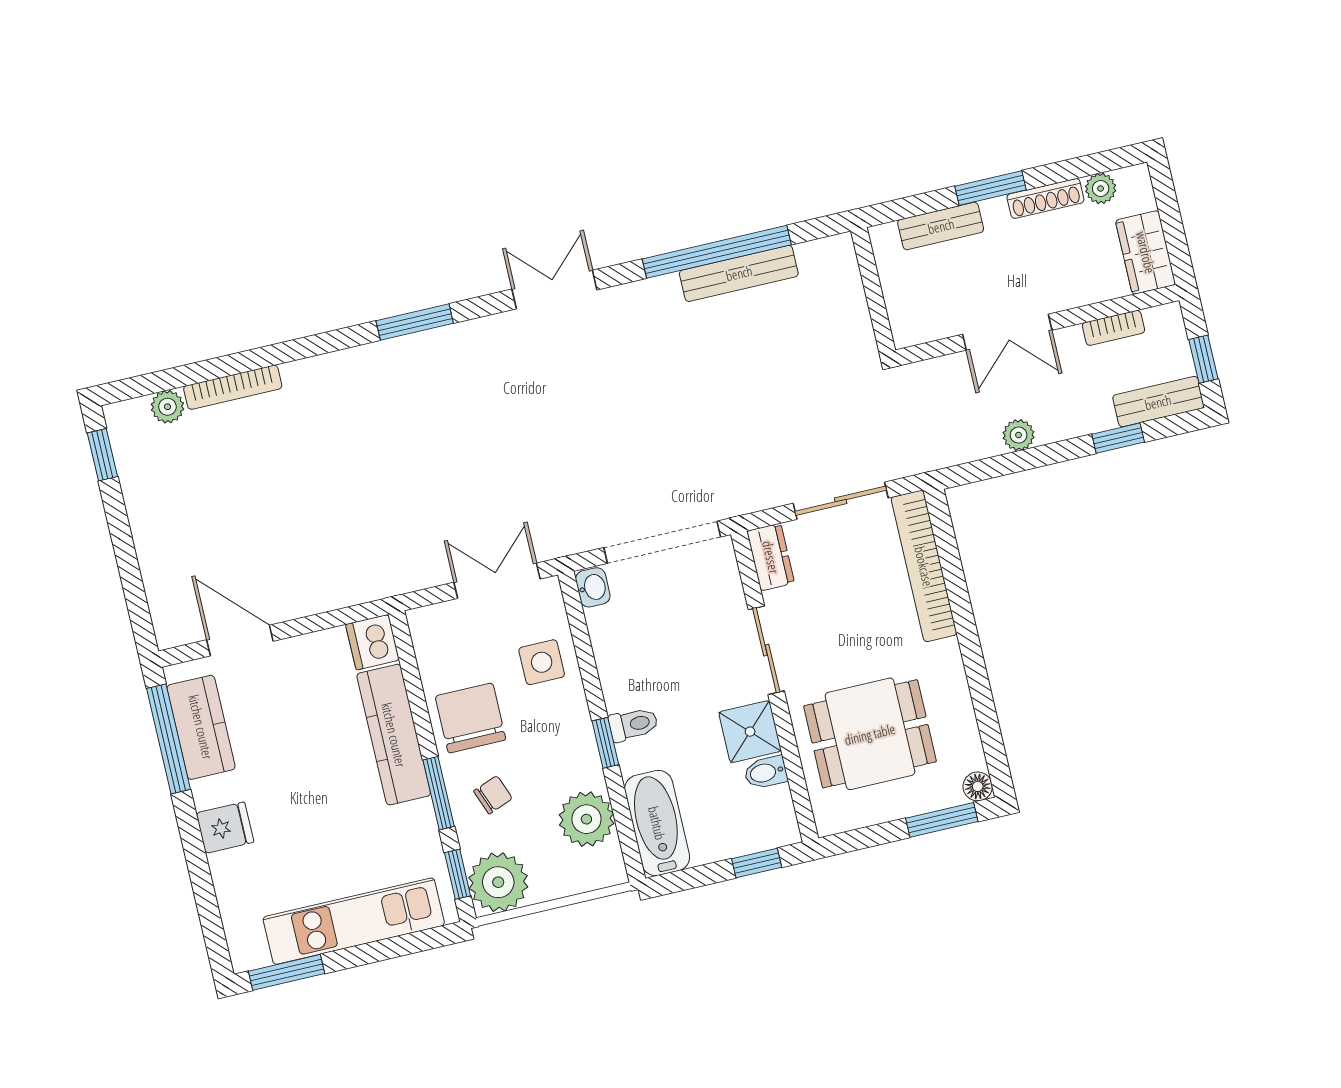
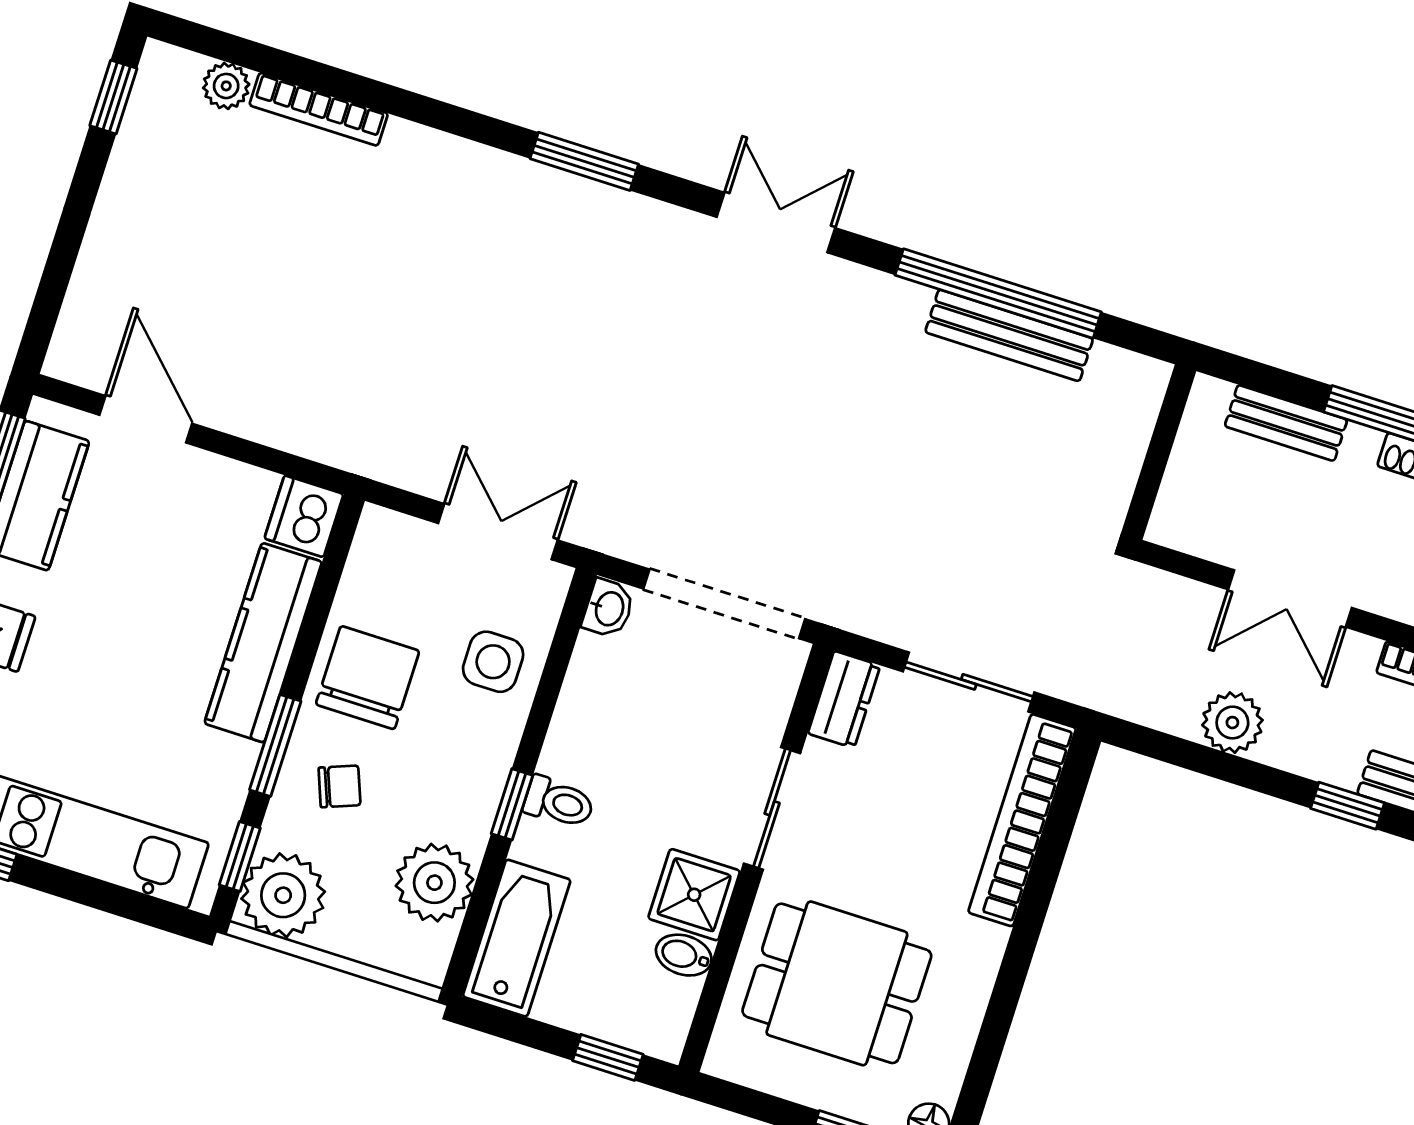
plant: (1019, 435) -> (1232, 723), width x1.38, depth x1.38

